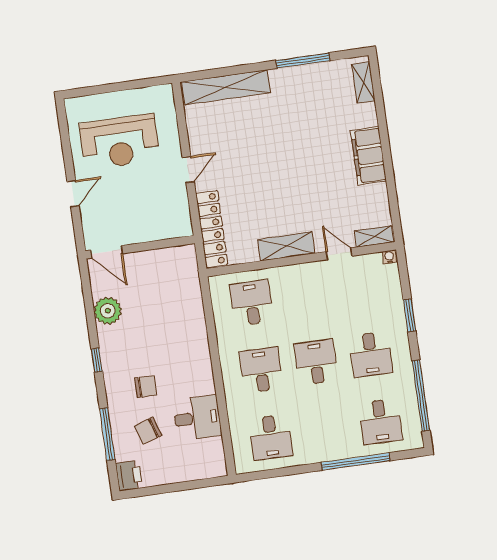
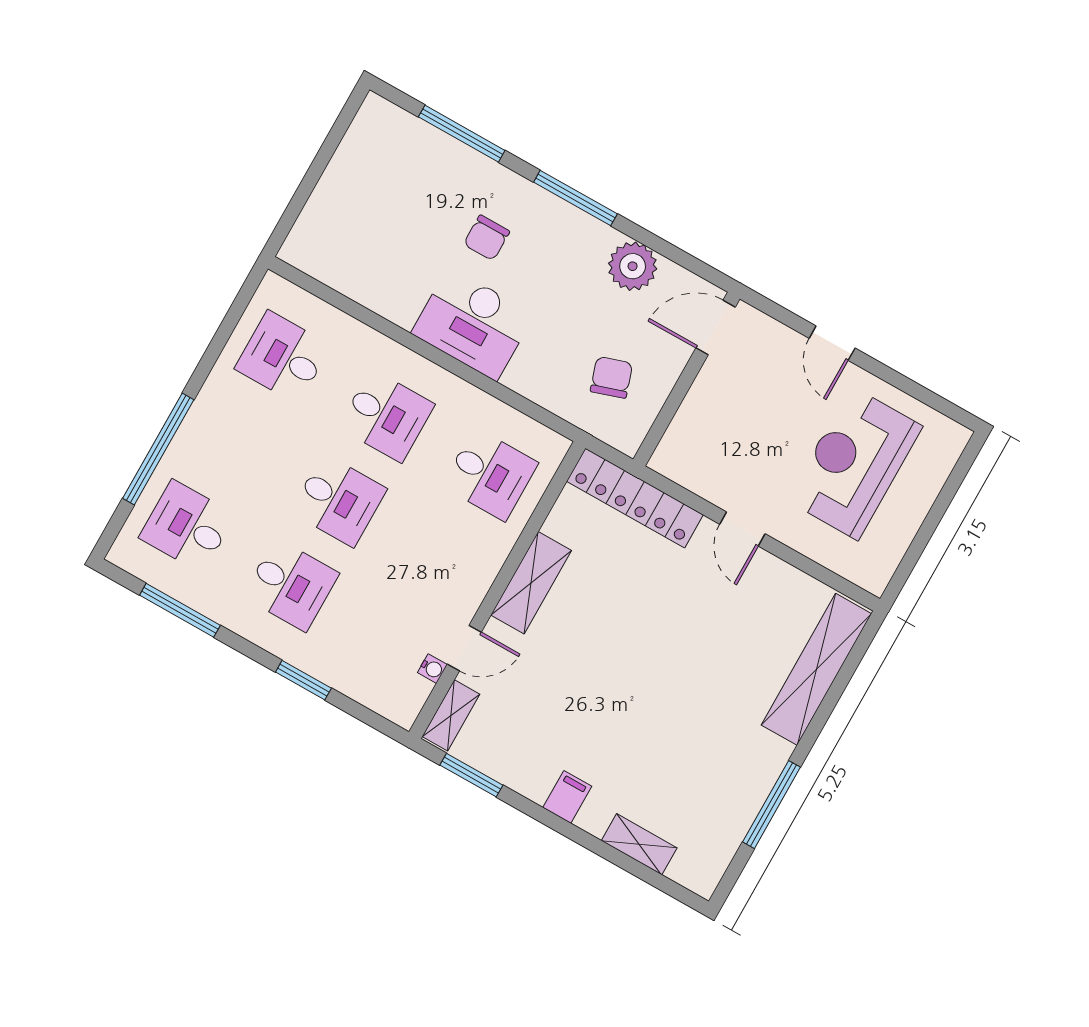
shelving: (363, 82) -> (639, 844), moved
filing cabinet: (368, 156) -> (567, 797), width x0.33, depth x0.86
window: (394, 206) -> (471, 775), added
water cooler: (389, 257) -> (432, 669), moved
desk: (371, 354) -> (291, 585), turned 180
window: (97, 360) -> (575, 198), width x2.17
window: (421, 396) -> (180, 610), width x0.68
desk: (197, 418) -> (473, 324), moved, width x1.37
chair: (148, 431) -> (611, 377), moved
printer: (129, 476) -> (381, 119), removed

